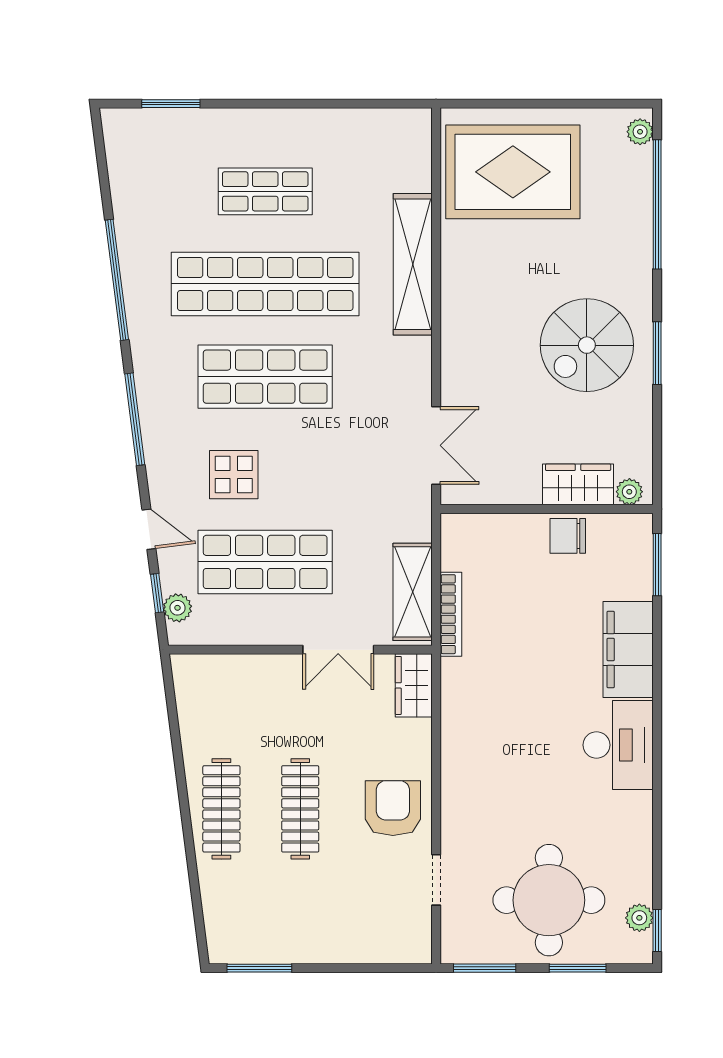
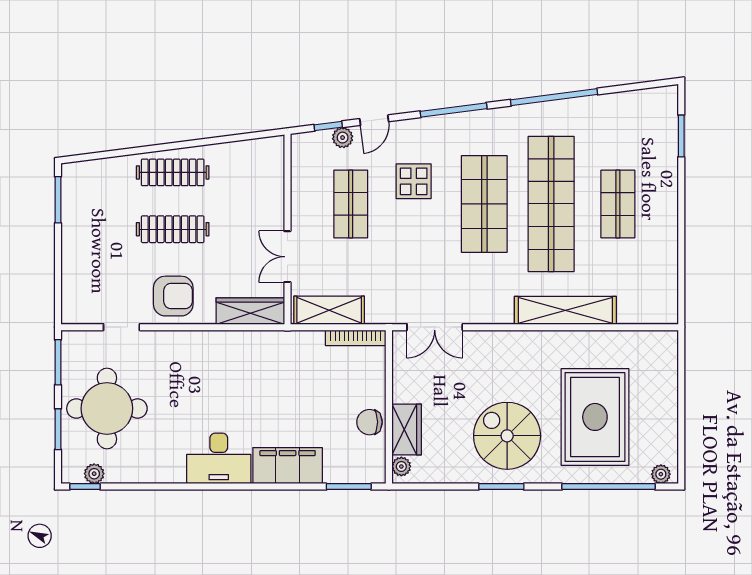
rug: (513, 172) -> (595, 417), moved
chair: (568, 536) -> (370, 422), turned -90
shop shelf: (265, 562) -> (351, 204), width x0.70, depth x0.74
plant: (177, 608) -> (343, 138), moved
bookcase: (451, 614) -> (356, 338), moved
wardrobe: (414, 685) -> (250, 311), width x1.50

